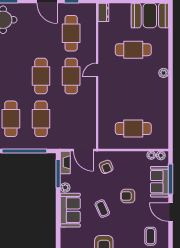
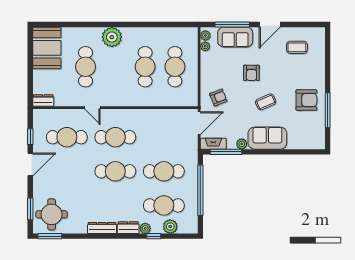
door: (97, 70) -> (92, 108), moved
plant: (164, 73) -> (112, 37), width x1.88, depth x1.88
cafe table: (133, 102) -> (145, 67), added

